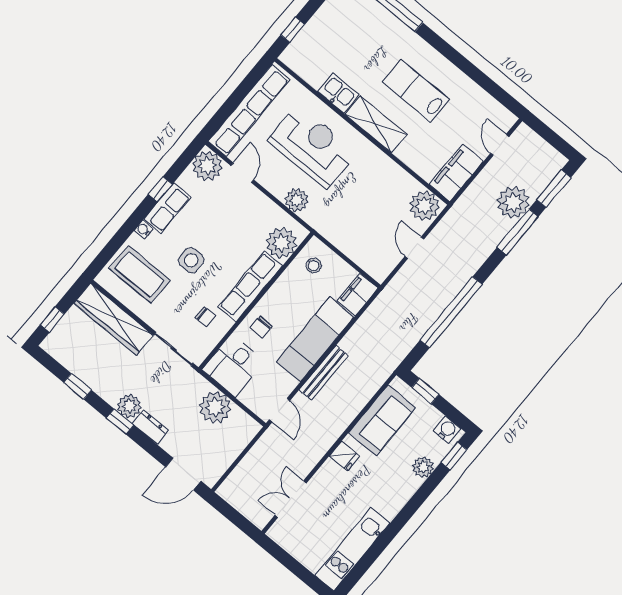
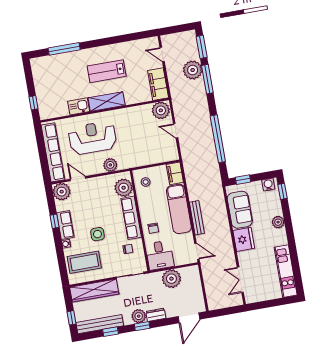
bench: (75, 364) -> (100, 324), added
fridge: (344, 456) -> (244, 239), width x1.88, depth x1.34
plant: (423, 467) -> (278, 222), moved

